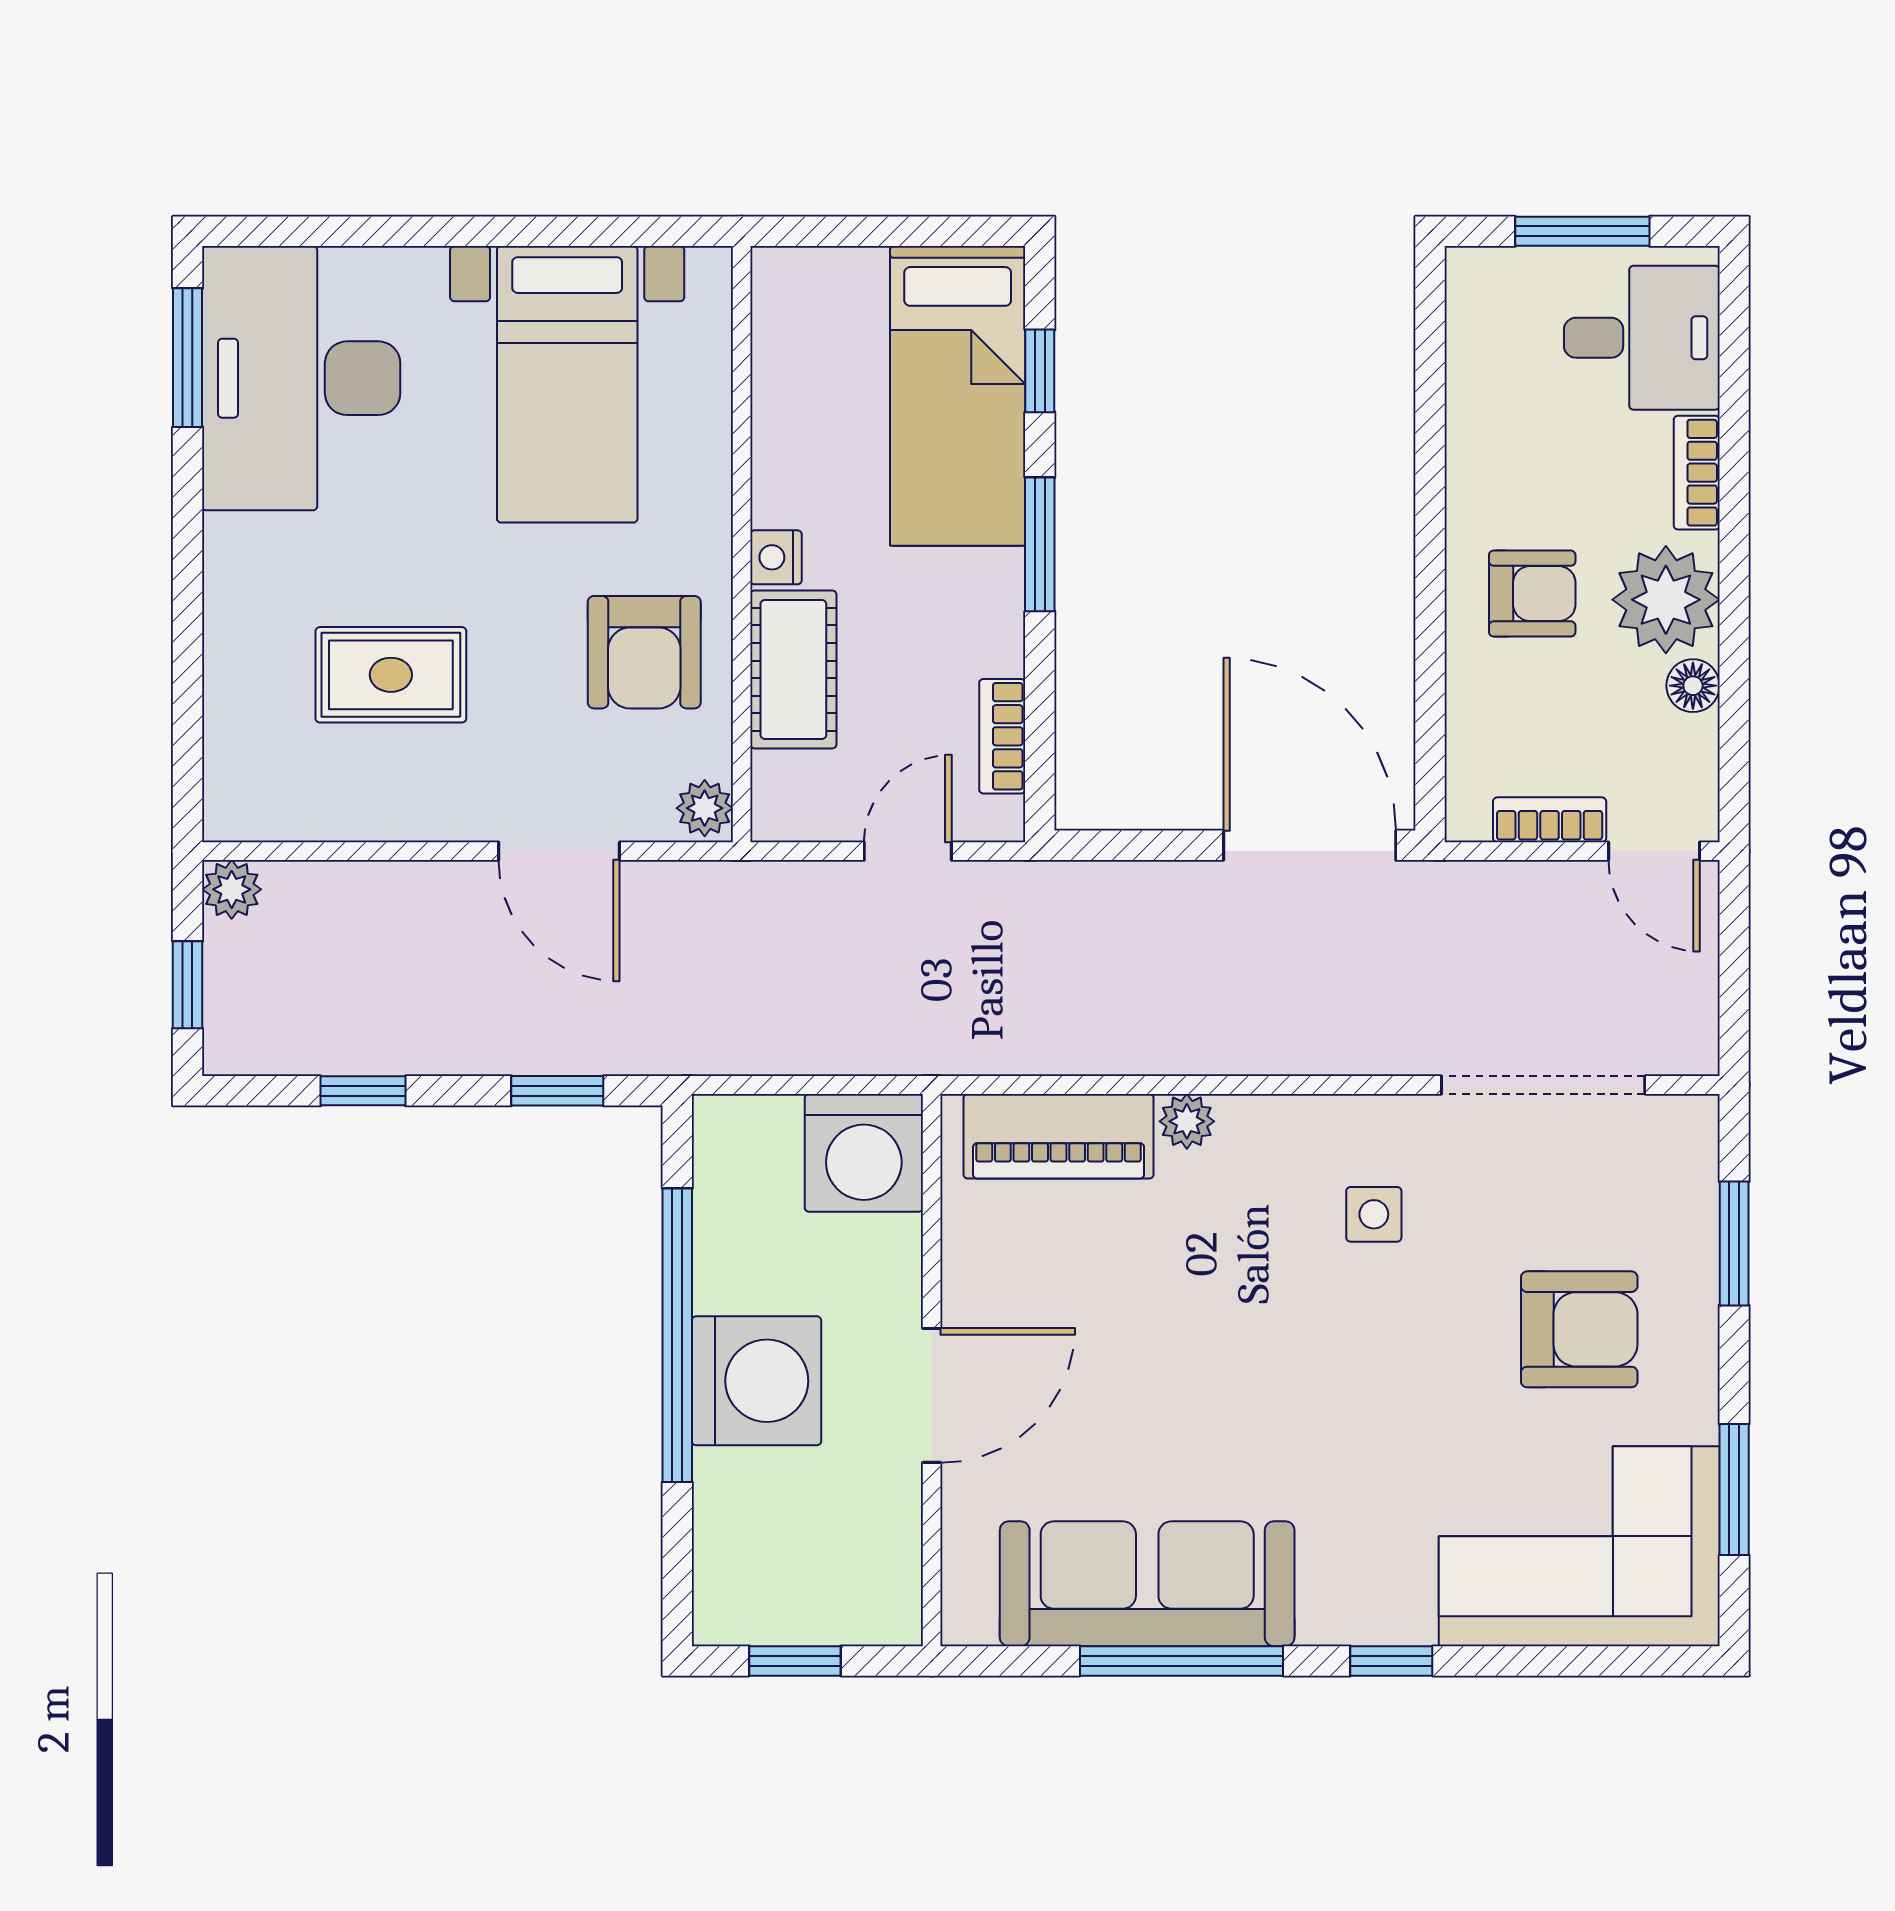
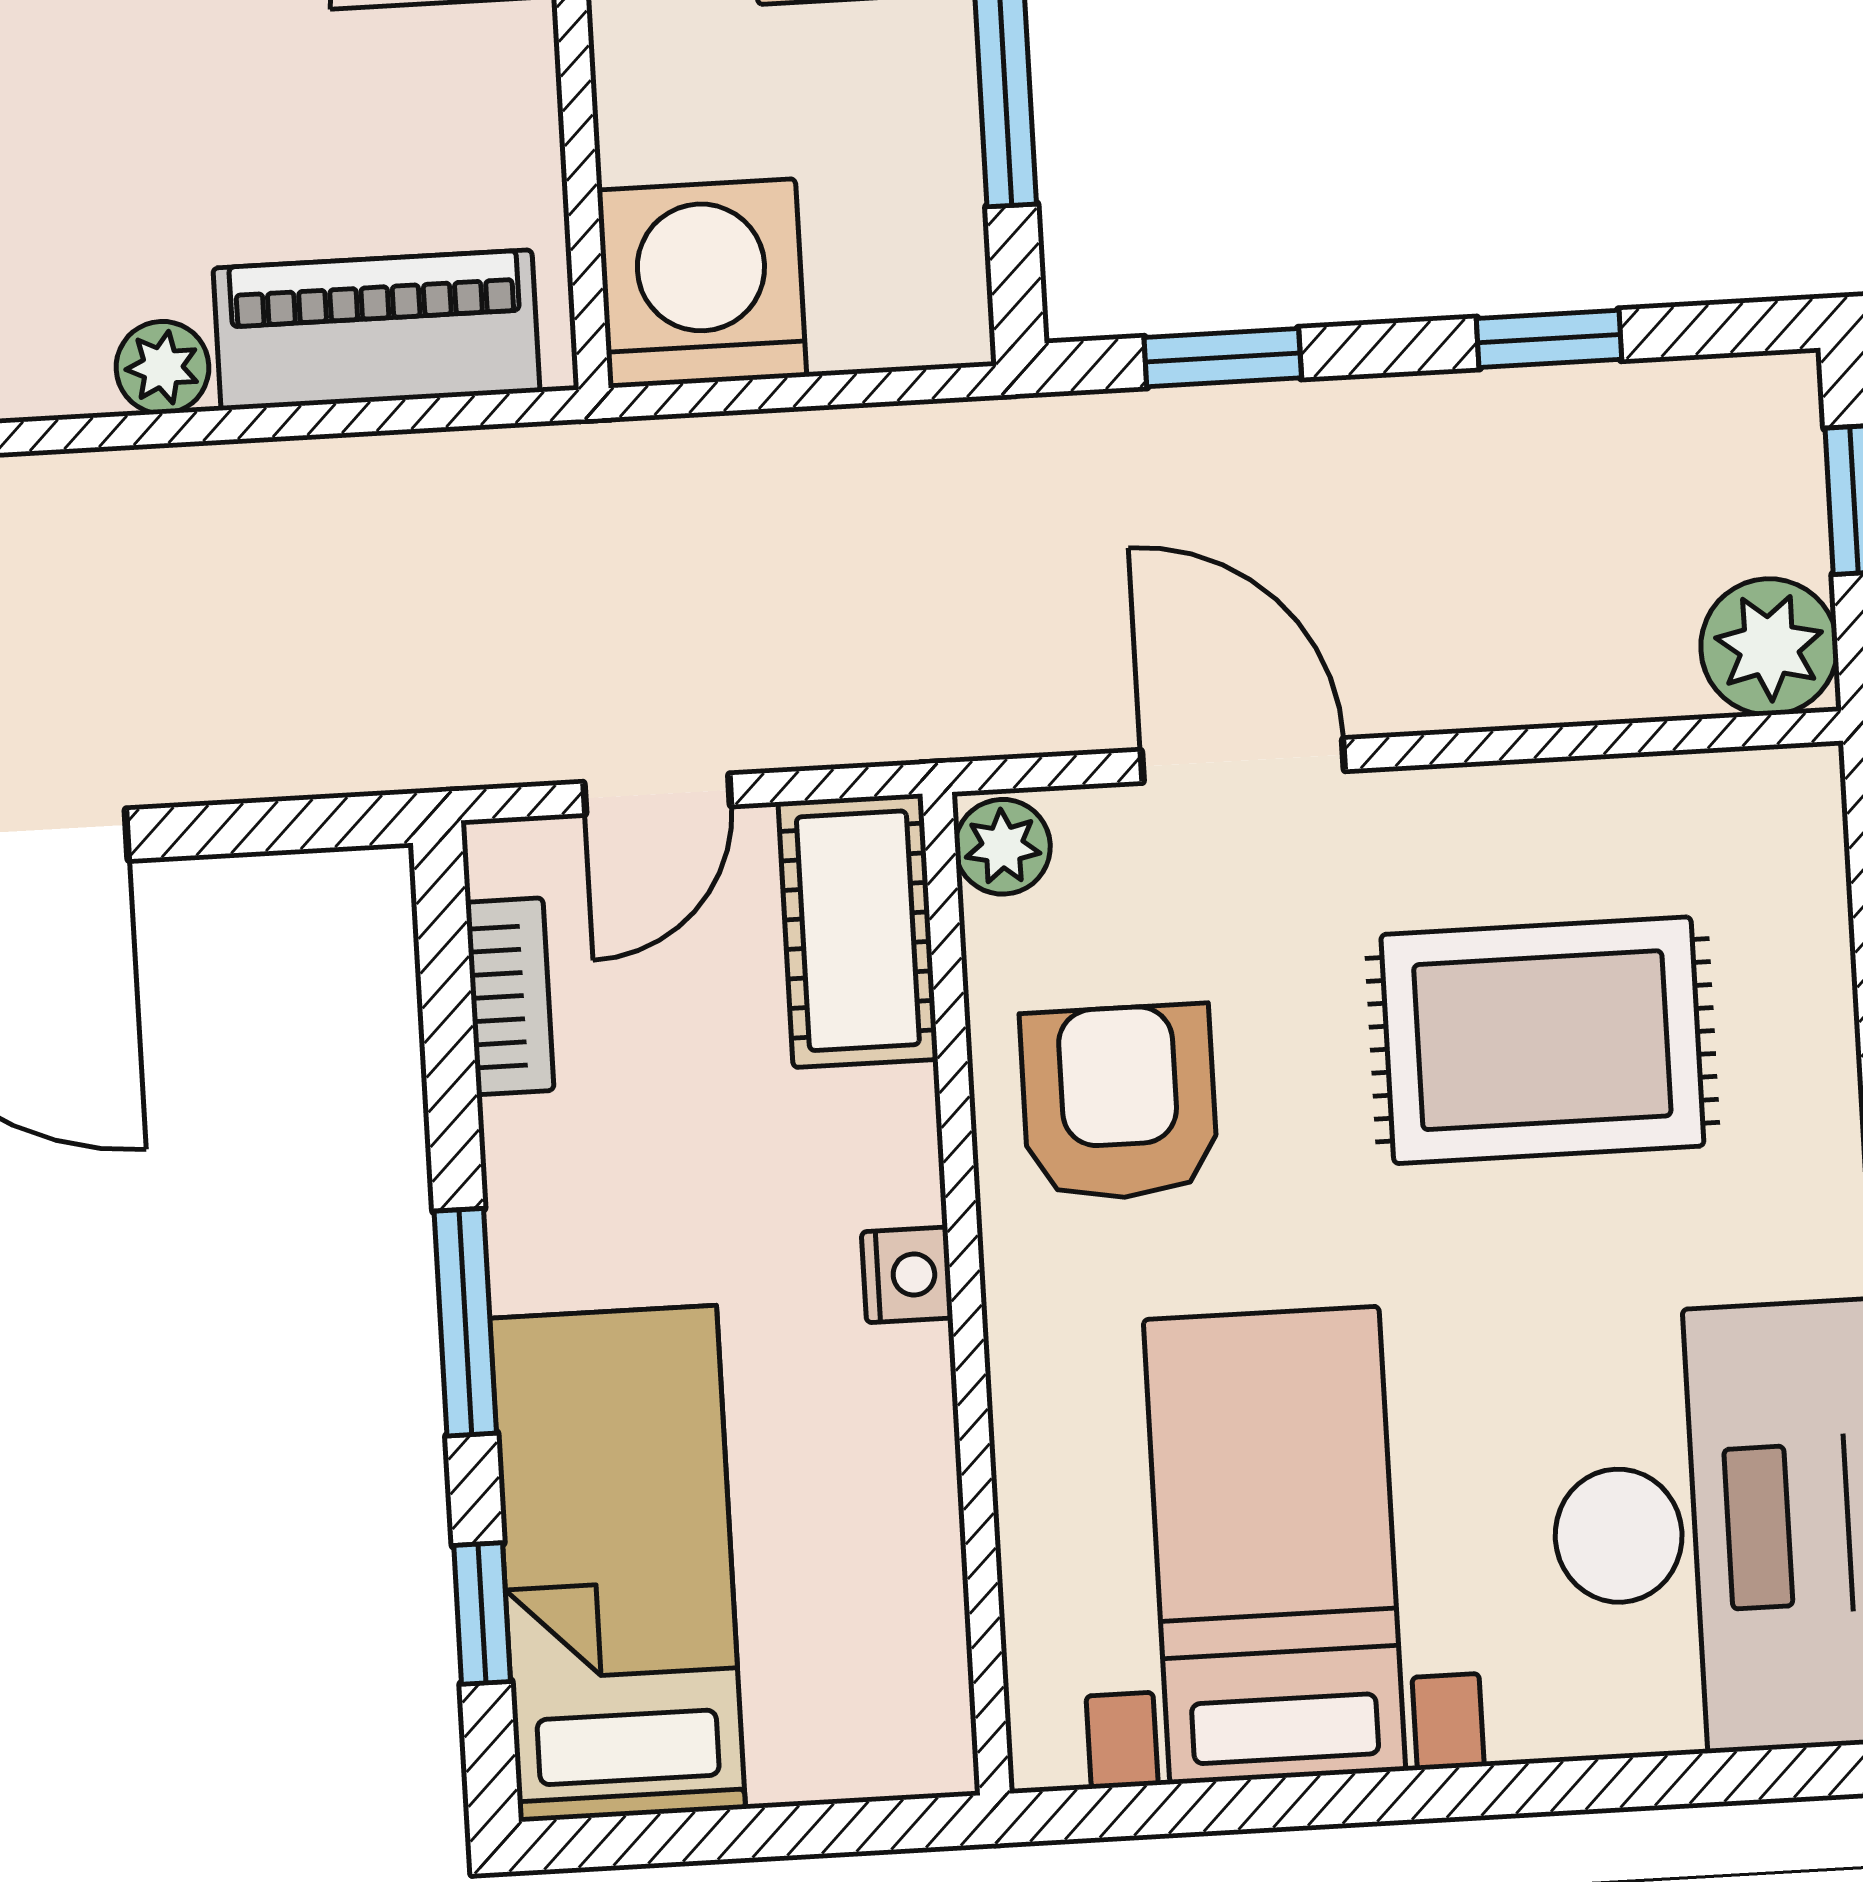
cot: (793, 669) -> (858, 931), moved
rug: (391, 675) -> (1542, 1040), width x1.36, depth x1.43
plant: (232, 889) -> (1769, 647), width x1.38, depth x1.38

